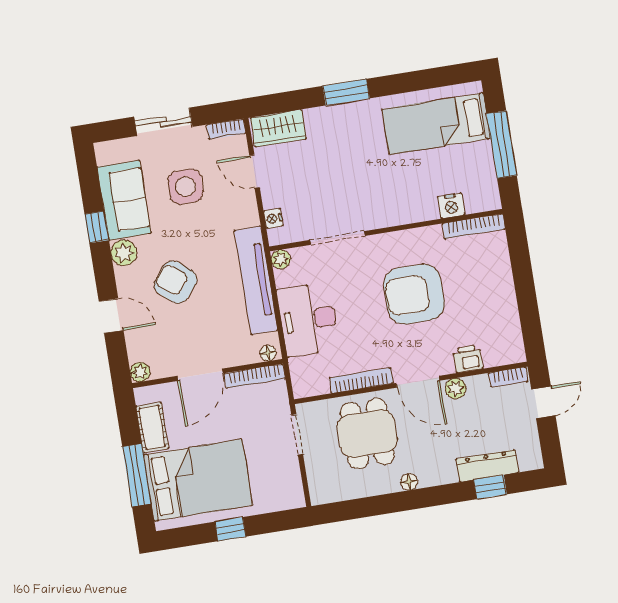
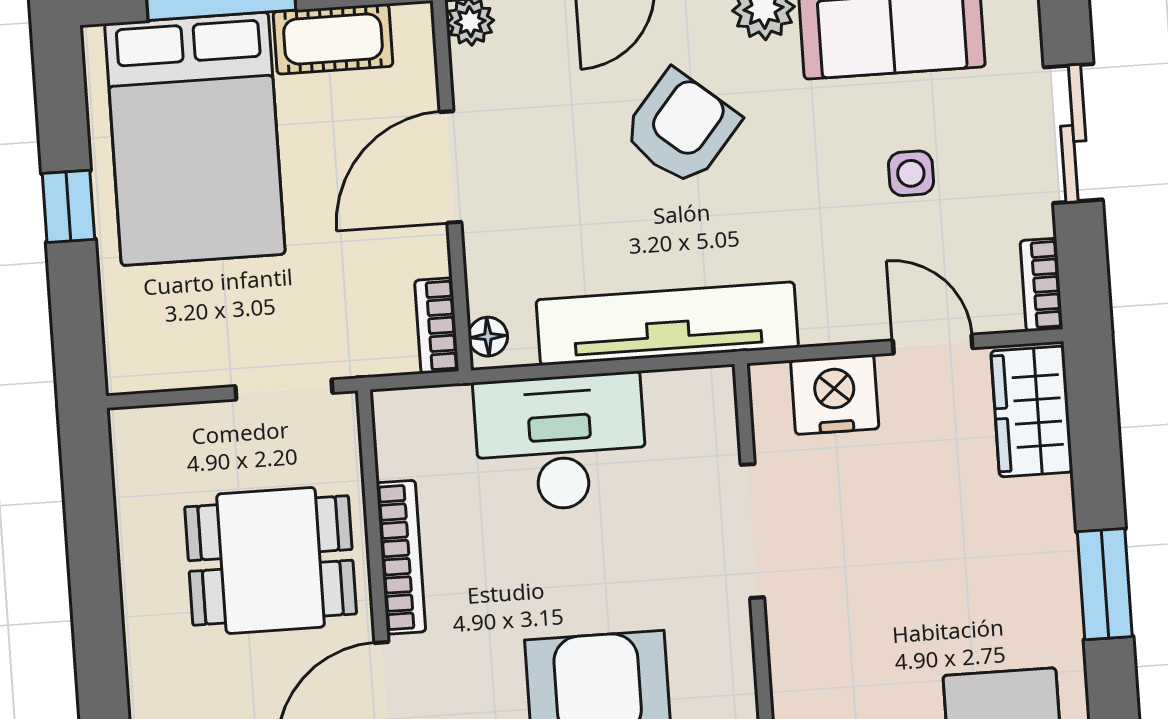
door: (255, 171) -> (933, 344), hinge flipped
side table: (186, 187) -> (911, 173), width x0.54, depth x0.54
nightstand: (273, 218) -> (835, 395), width x1.89, depth x1.79
plant: (281, 259) -> (713, 389), removed
door: (200, 375) -> (450, 167), hinge flipped
bookcase: (255, 376) -> (437, 326), width x0.64
floor lamp: (409, 482) -> (144, 651), removed

